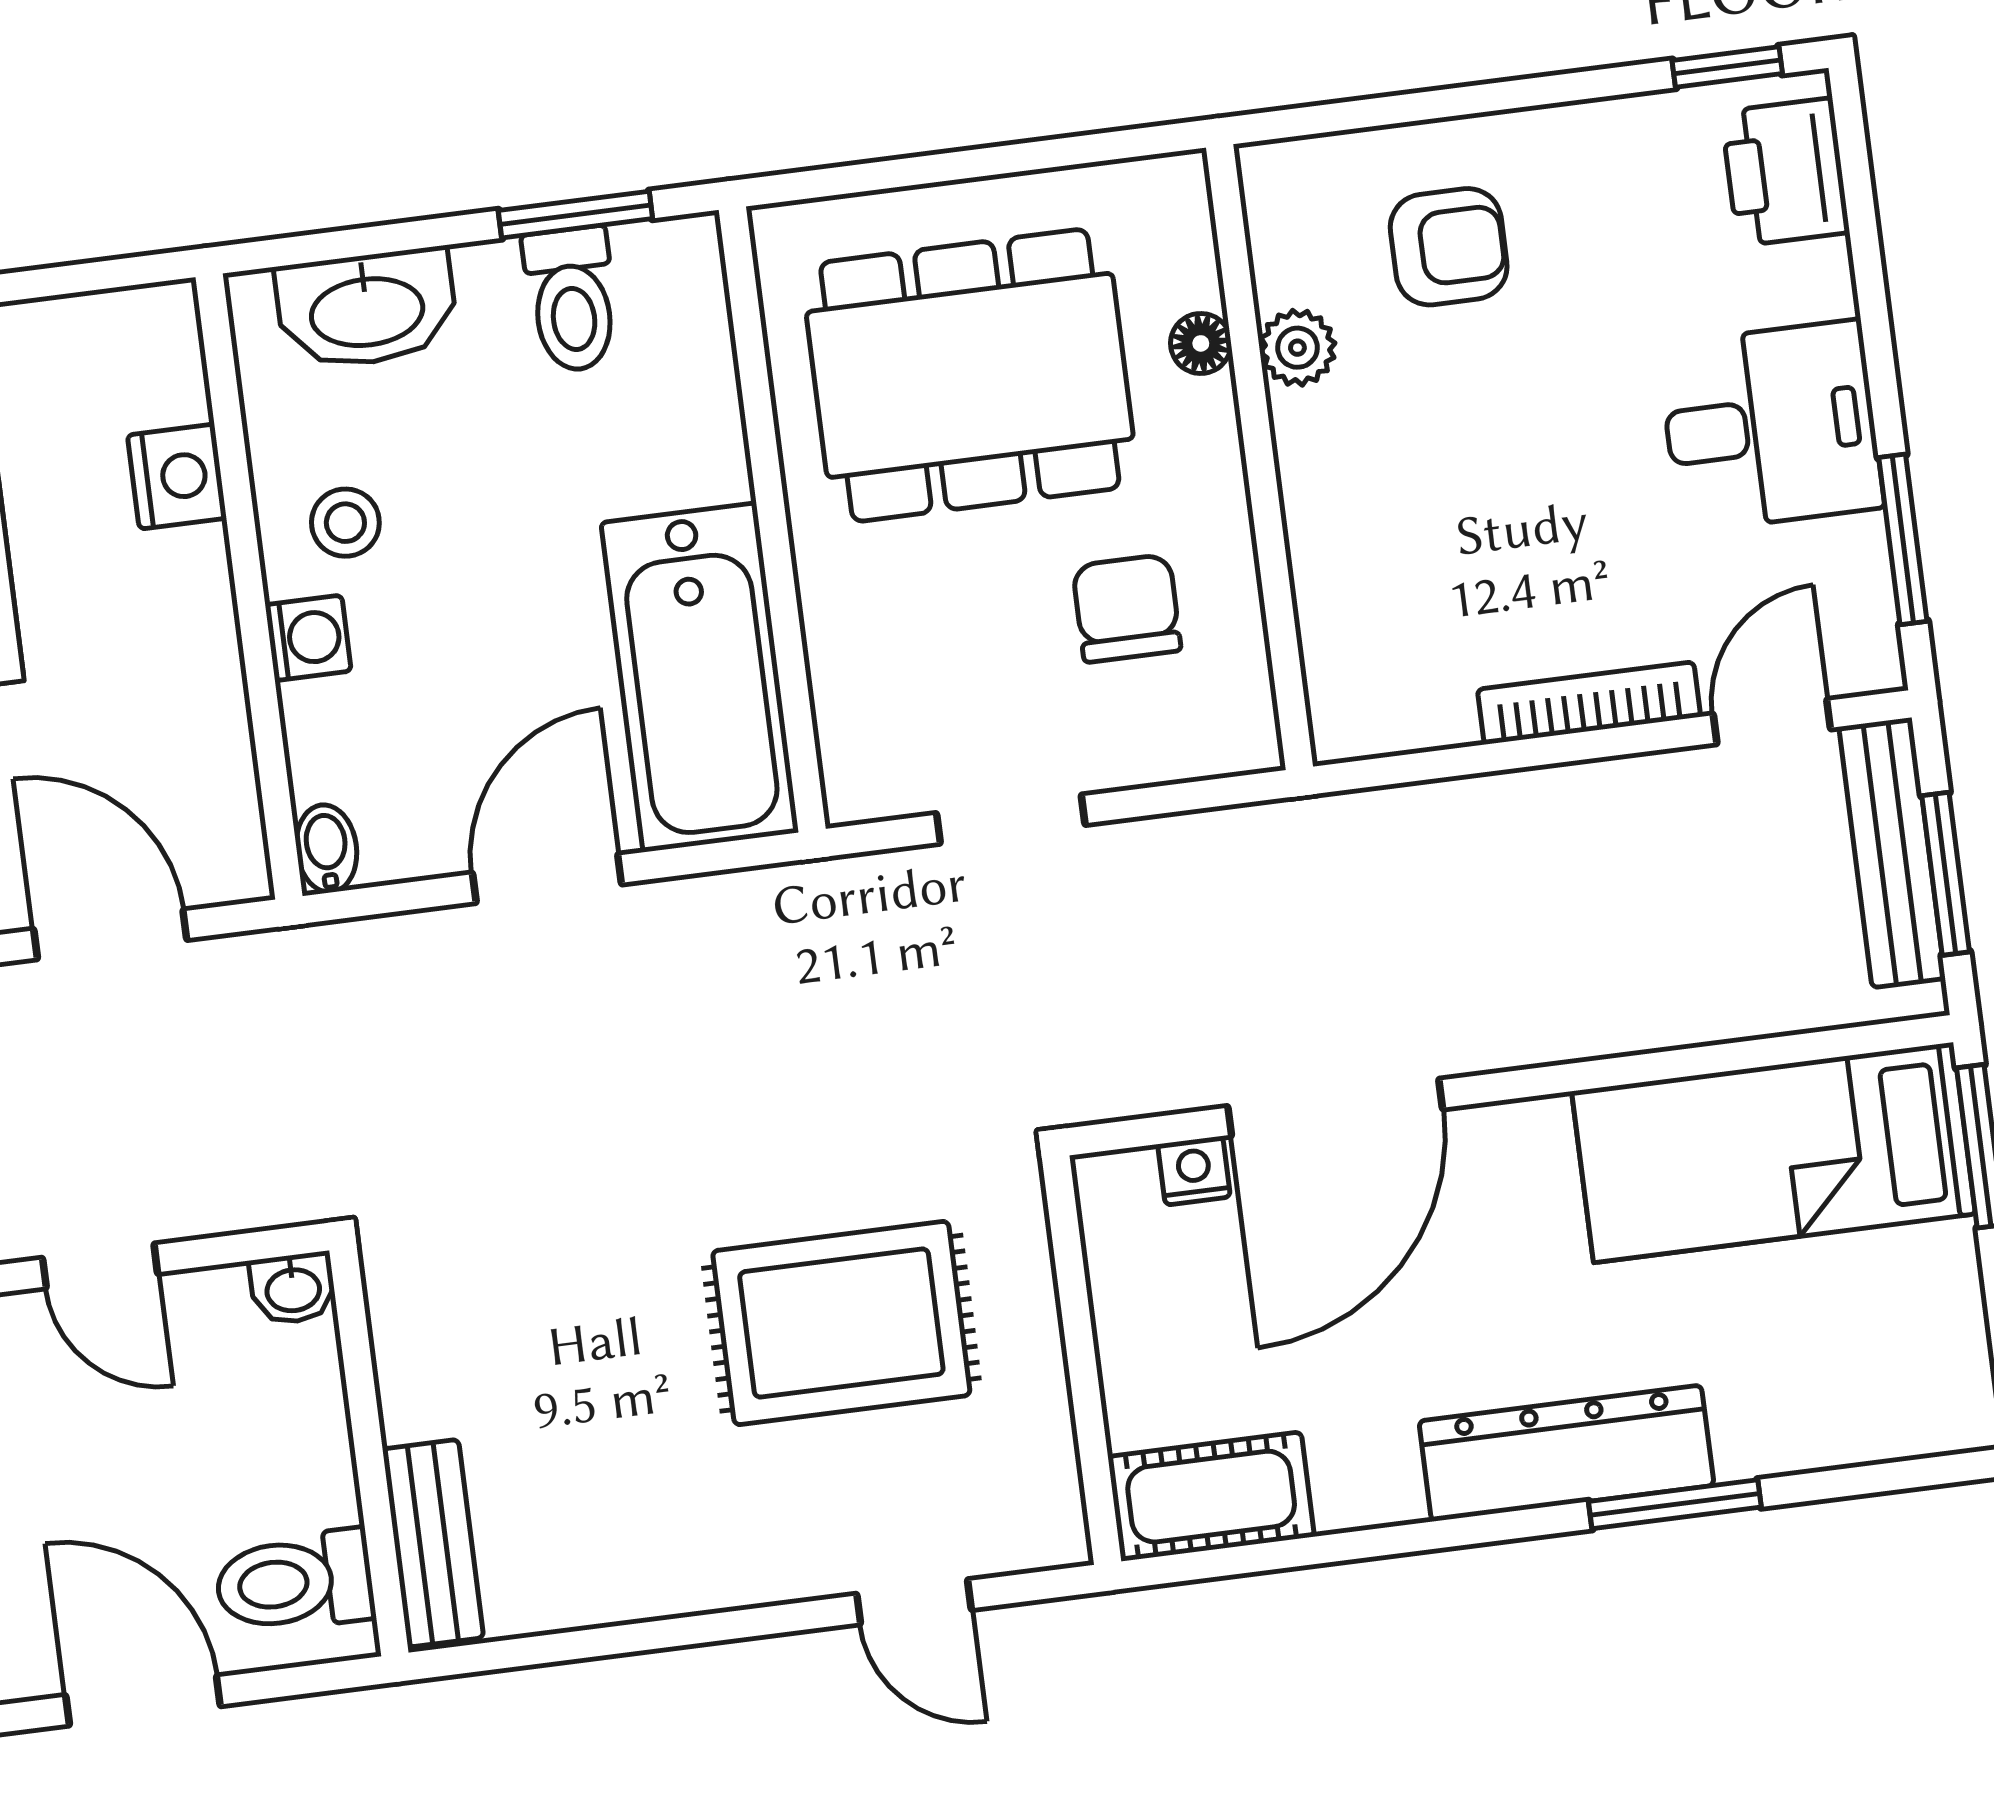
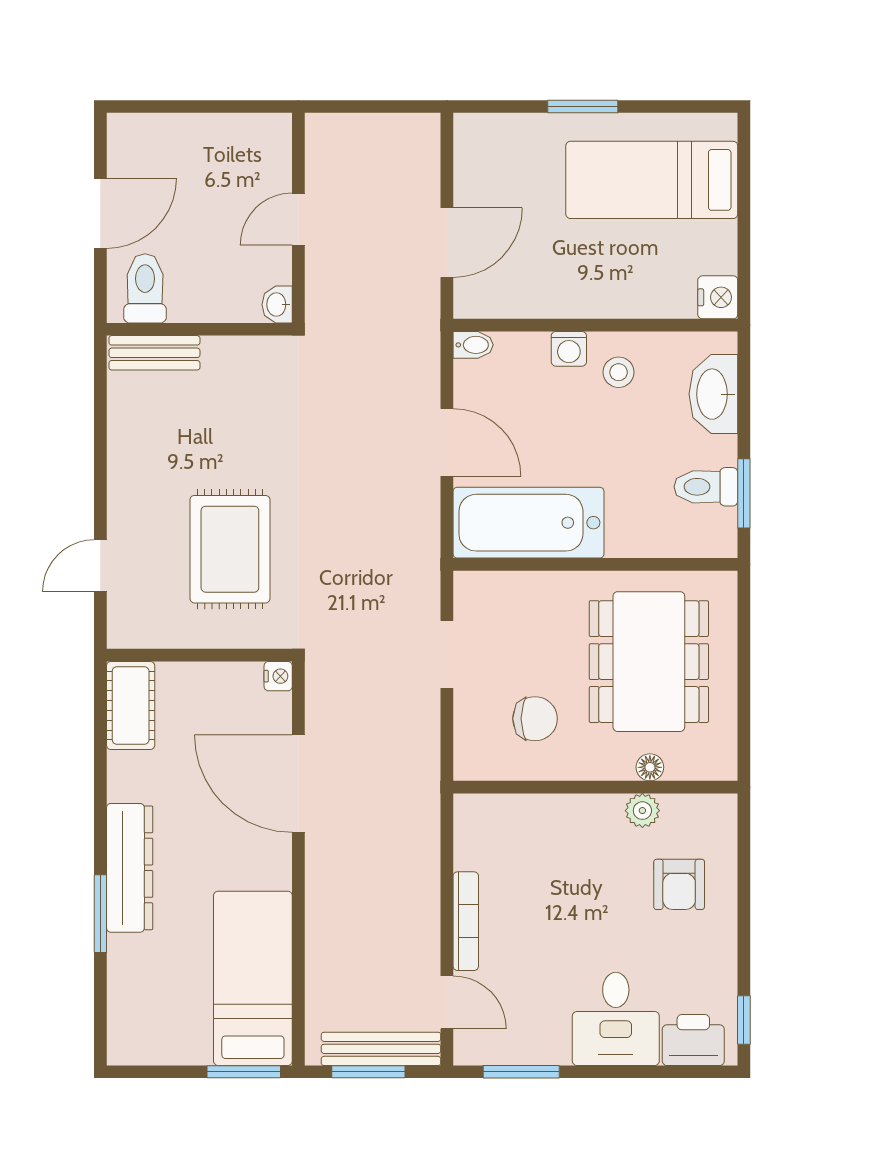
desk: (1771, 426) -> (616, 1019), moved
nightstand: (177, 477) -> (718, 297), moved, turned -90
nightstand: (1194, 1171) -> (278, 676), moved

